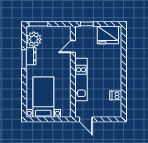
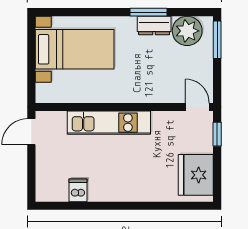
door: (73, 47) -> (197, 107), moved

